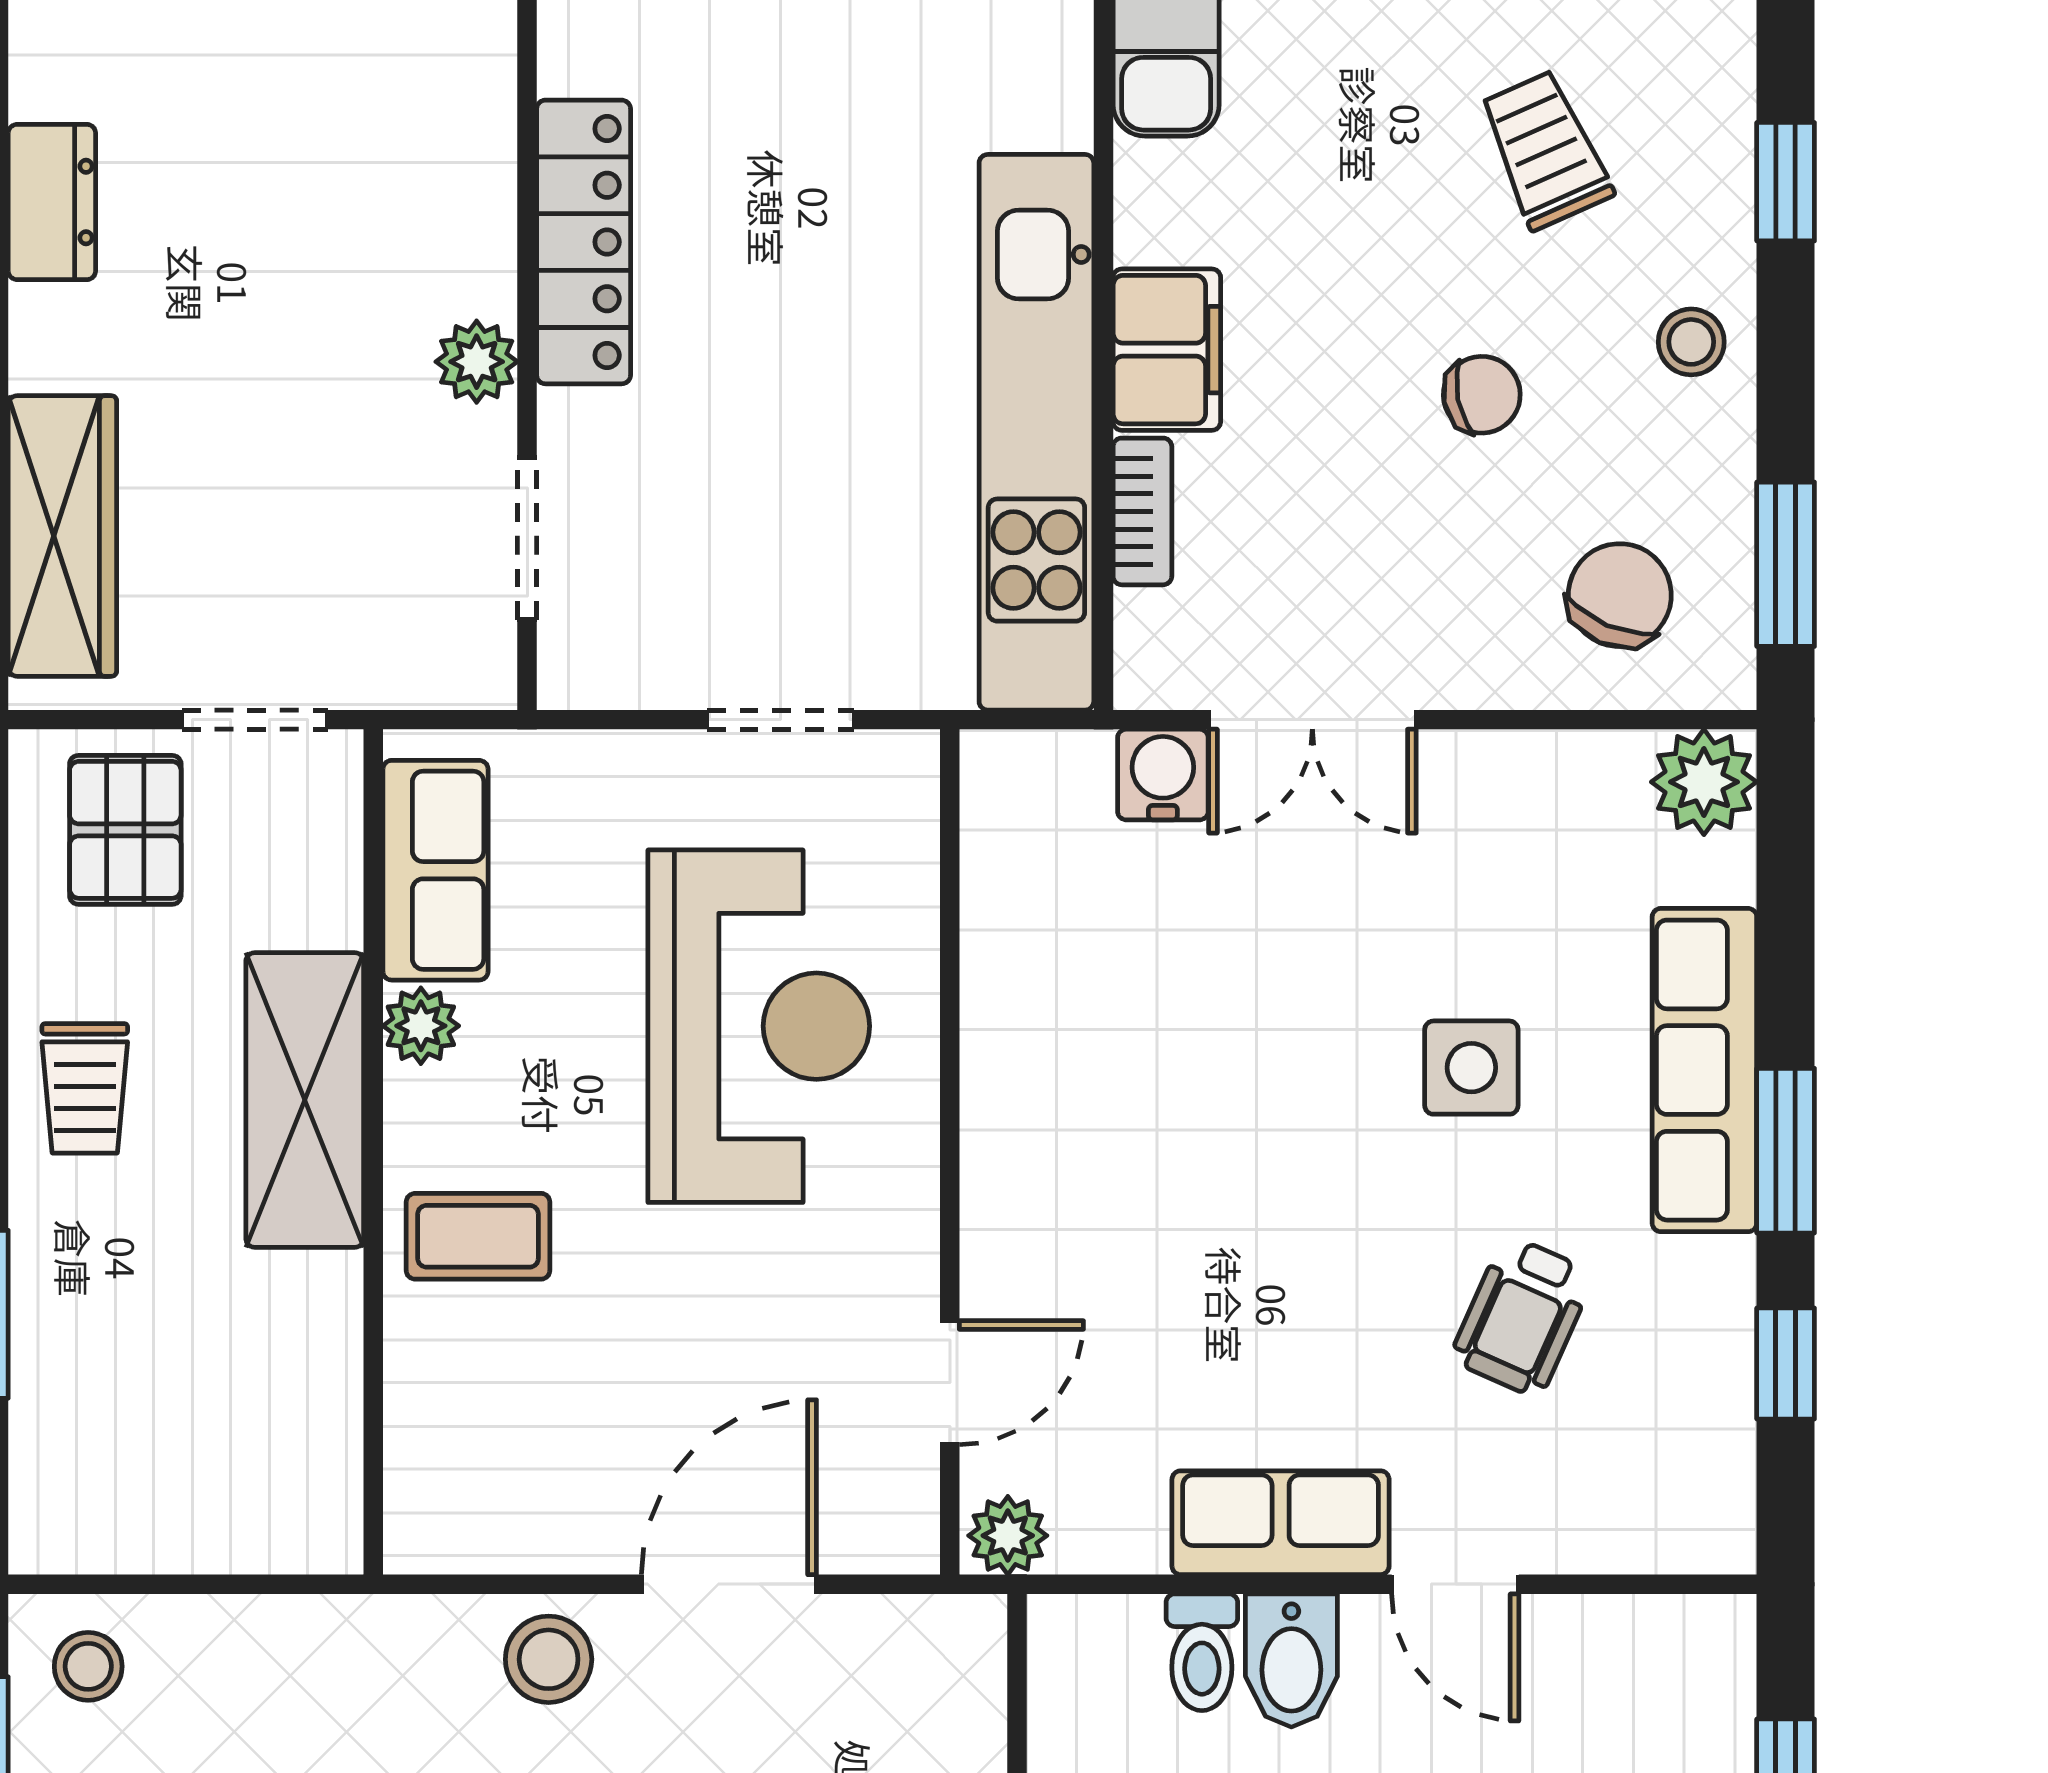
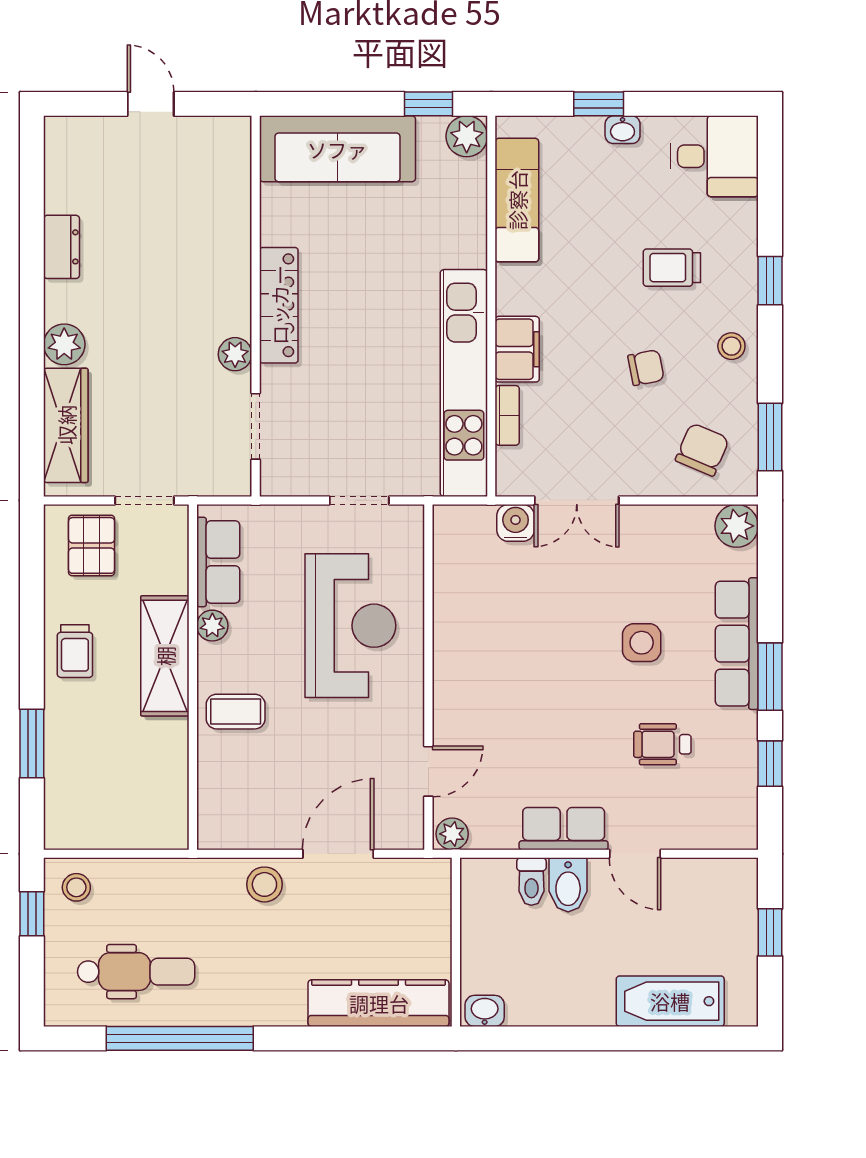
trolley: (1545, 150) -> (672, 268), turned -66
dresser: (52, 202) -> (62, 247), moved
plant: (59, 338) -> (64, 344), added
wheelchair: (1522, 1316) -> (662, 744), turned 66

